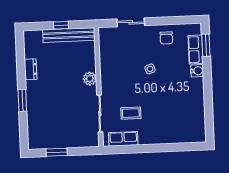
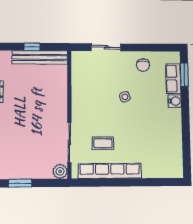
plant: (90, 79) -> (60, 171), moved
row of seats: (123, 139) -> (110, 171), width x2.02

